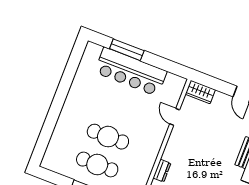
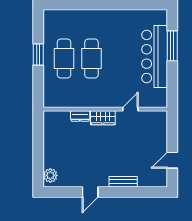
wardrobe: (200, 92) -> (103, 118), moved, turned -90

